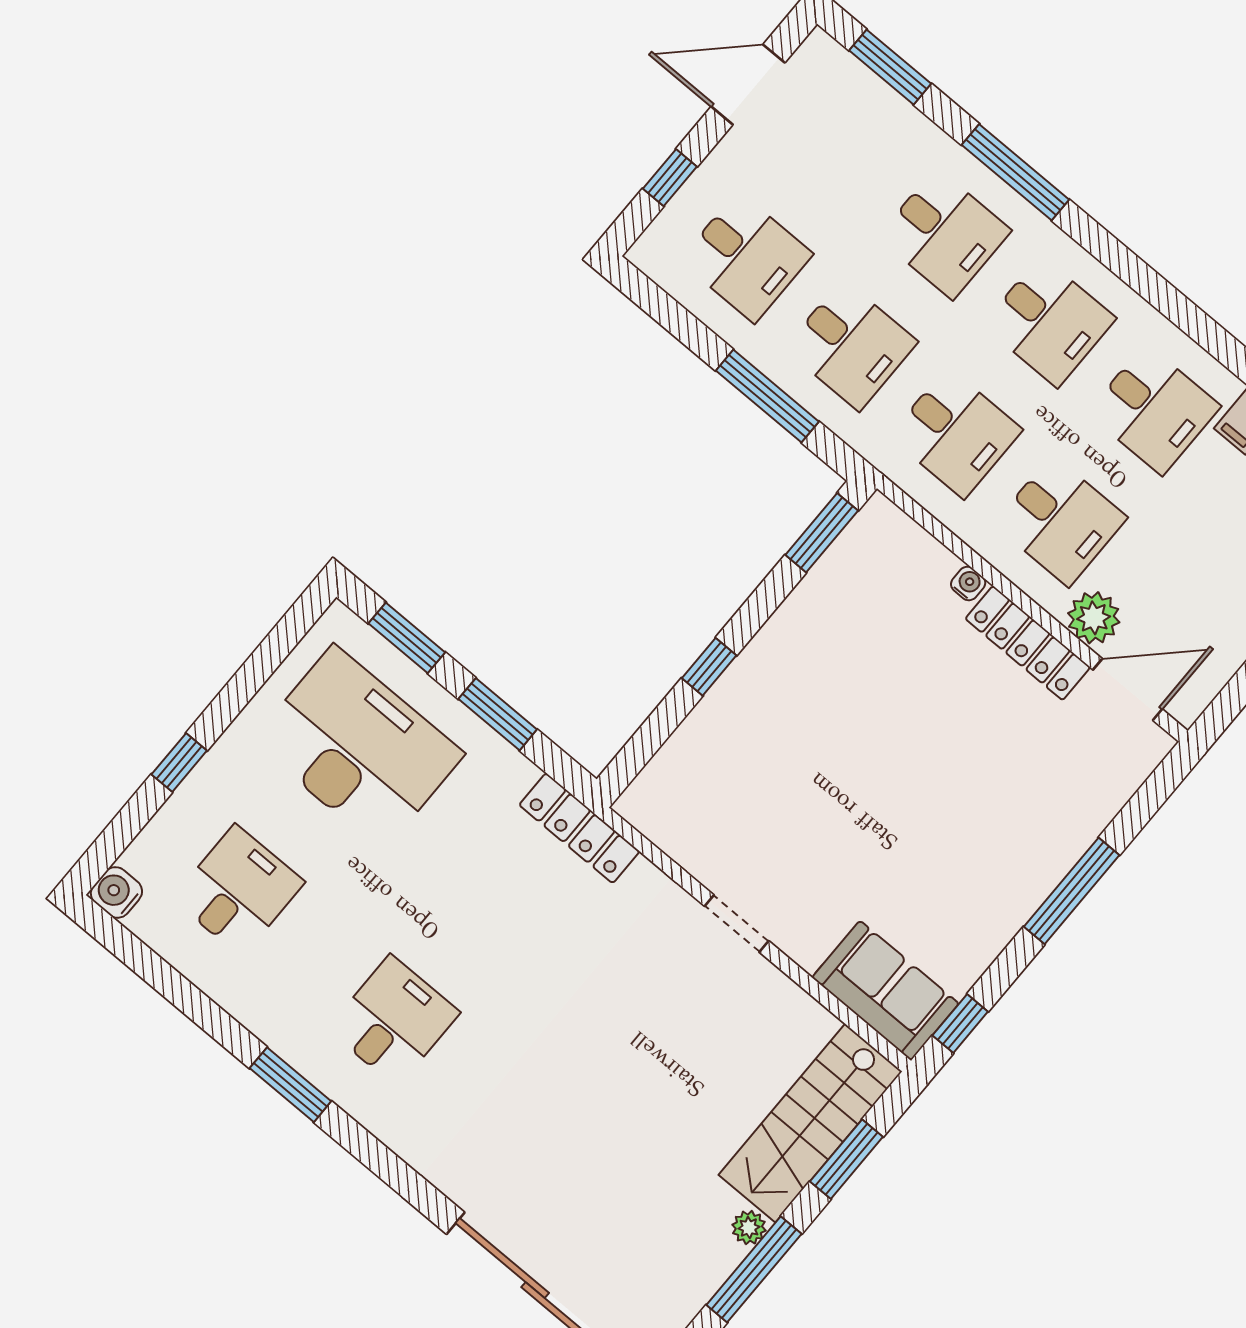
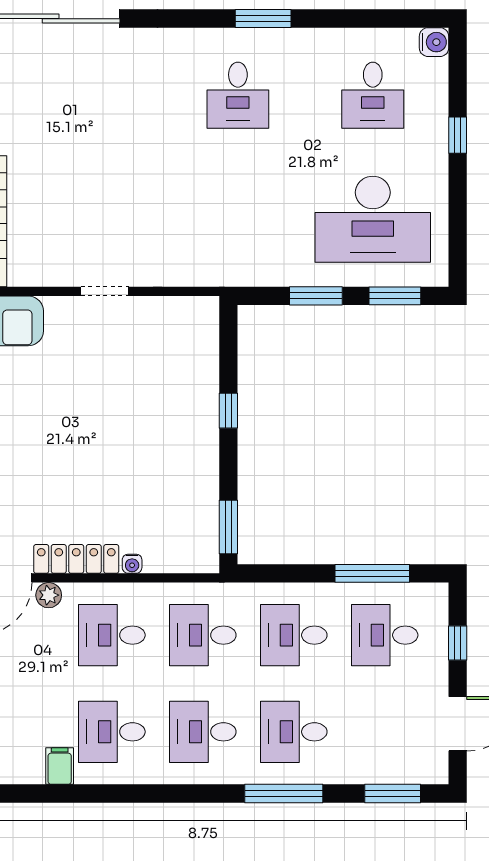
window: (767, 396) -> (372, 573), moved
plant: (1094, 618) -> (49, 595), width x0.73, depth x0.73
locker: (579, 828) -> (226, 273), removed

